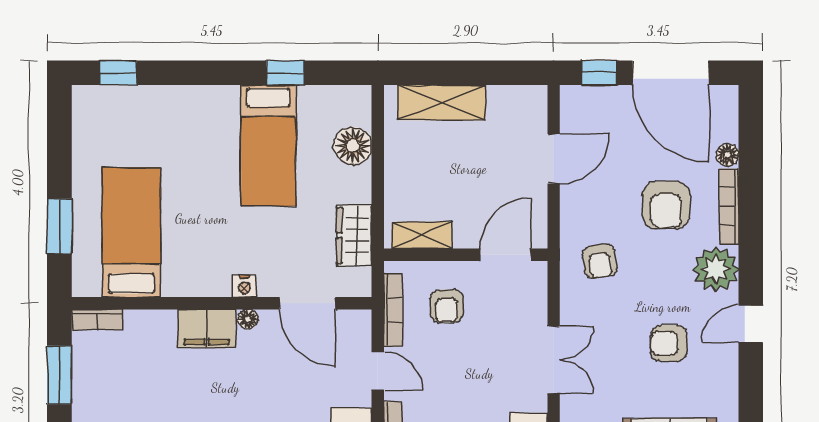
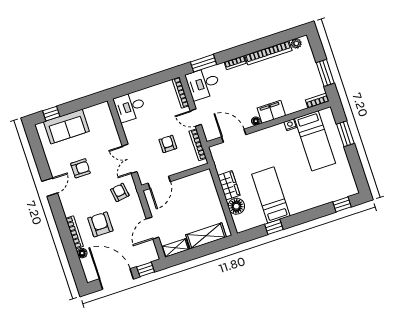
wardrobe: (354, 235) -> (229, 185), moved
shelving: (422, 235) -> (175, 248), moved
plant: (716, 269) -> (71, 205), removed
nightstand: (244, 286) -> (290, 125), moved
armchair: (447, 306) -> (168, 144), moved
double door: (554, 360) -> (130, 159), moved

